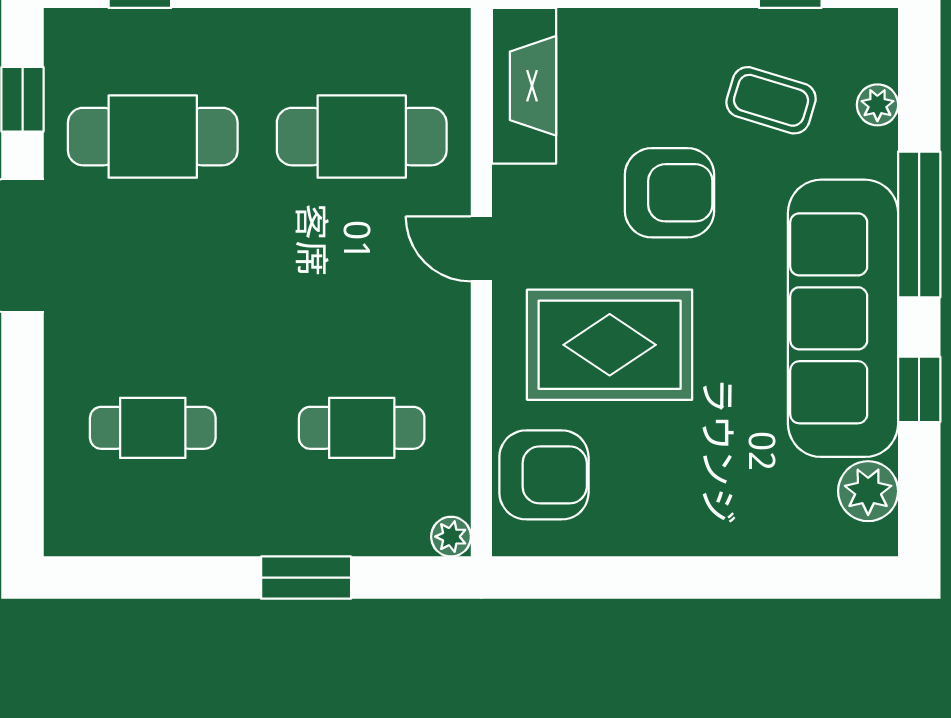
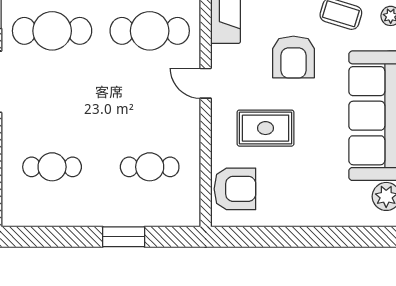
armchair: (670, 193) -> (293, 57), turned 90
rug: (610, 345) -> (265, 128), width x0.73, depth x0.70
plant: (451, 537) -> (191, 218), removed

